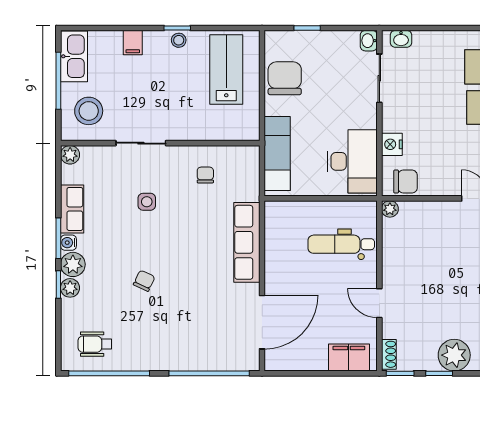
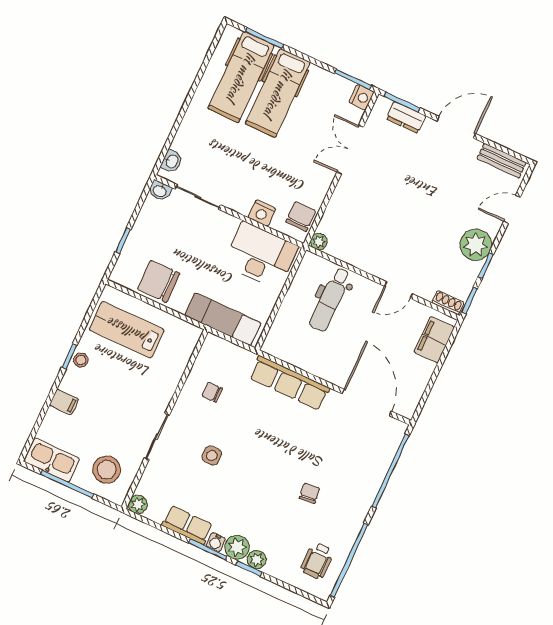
chair: (144, 281) -> (310, 493), moved, turned 58

